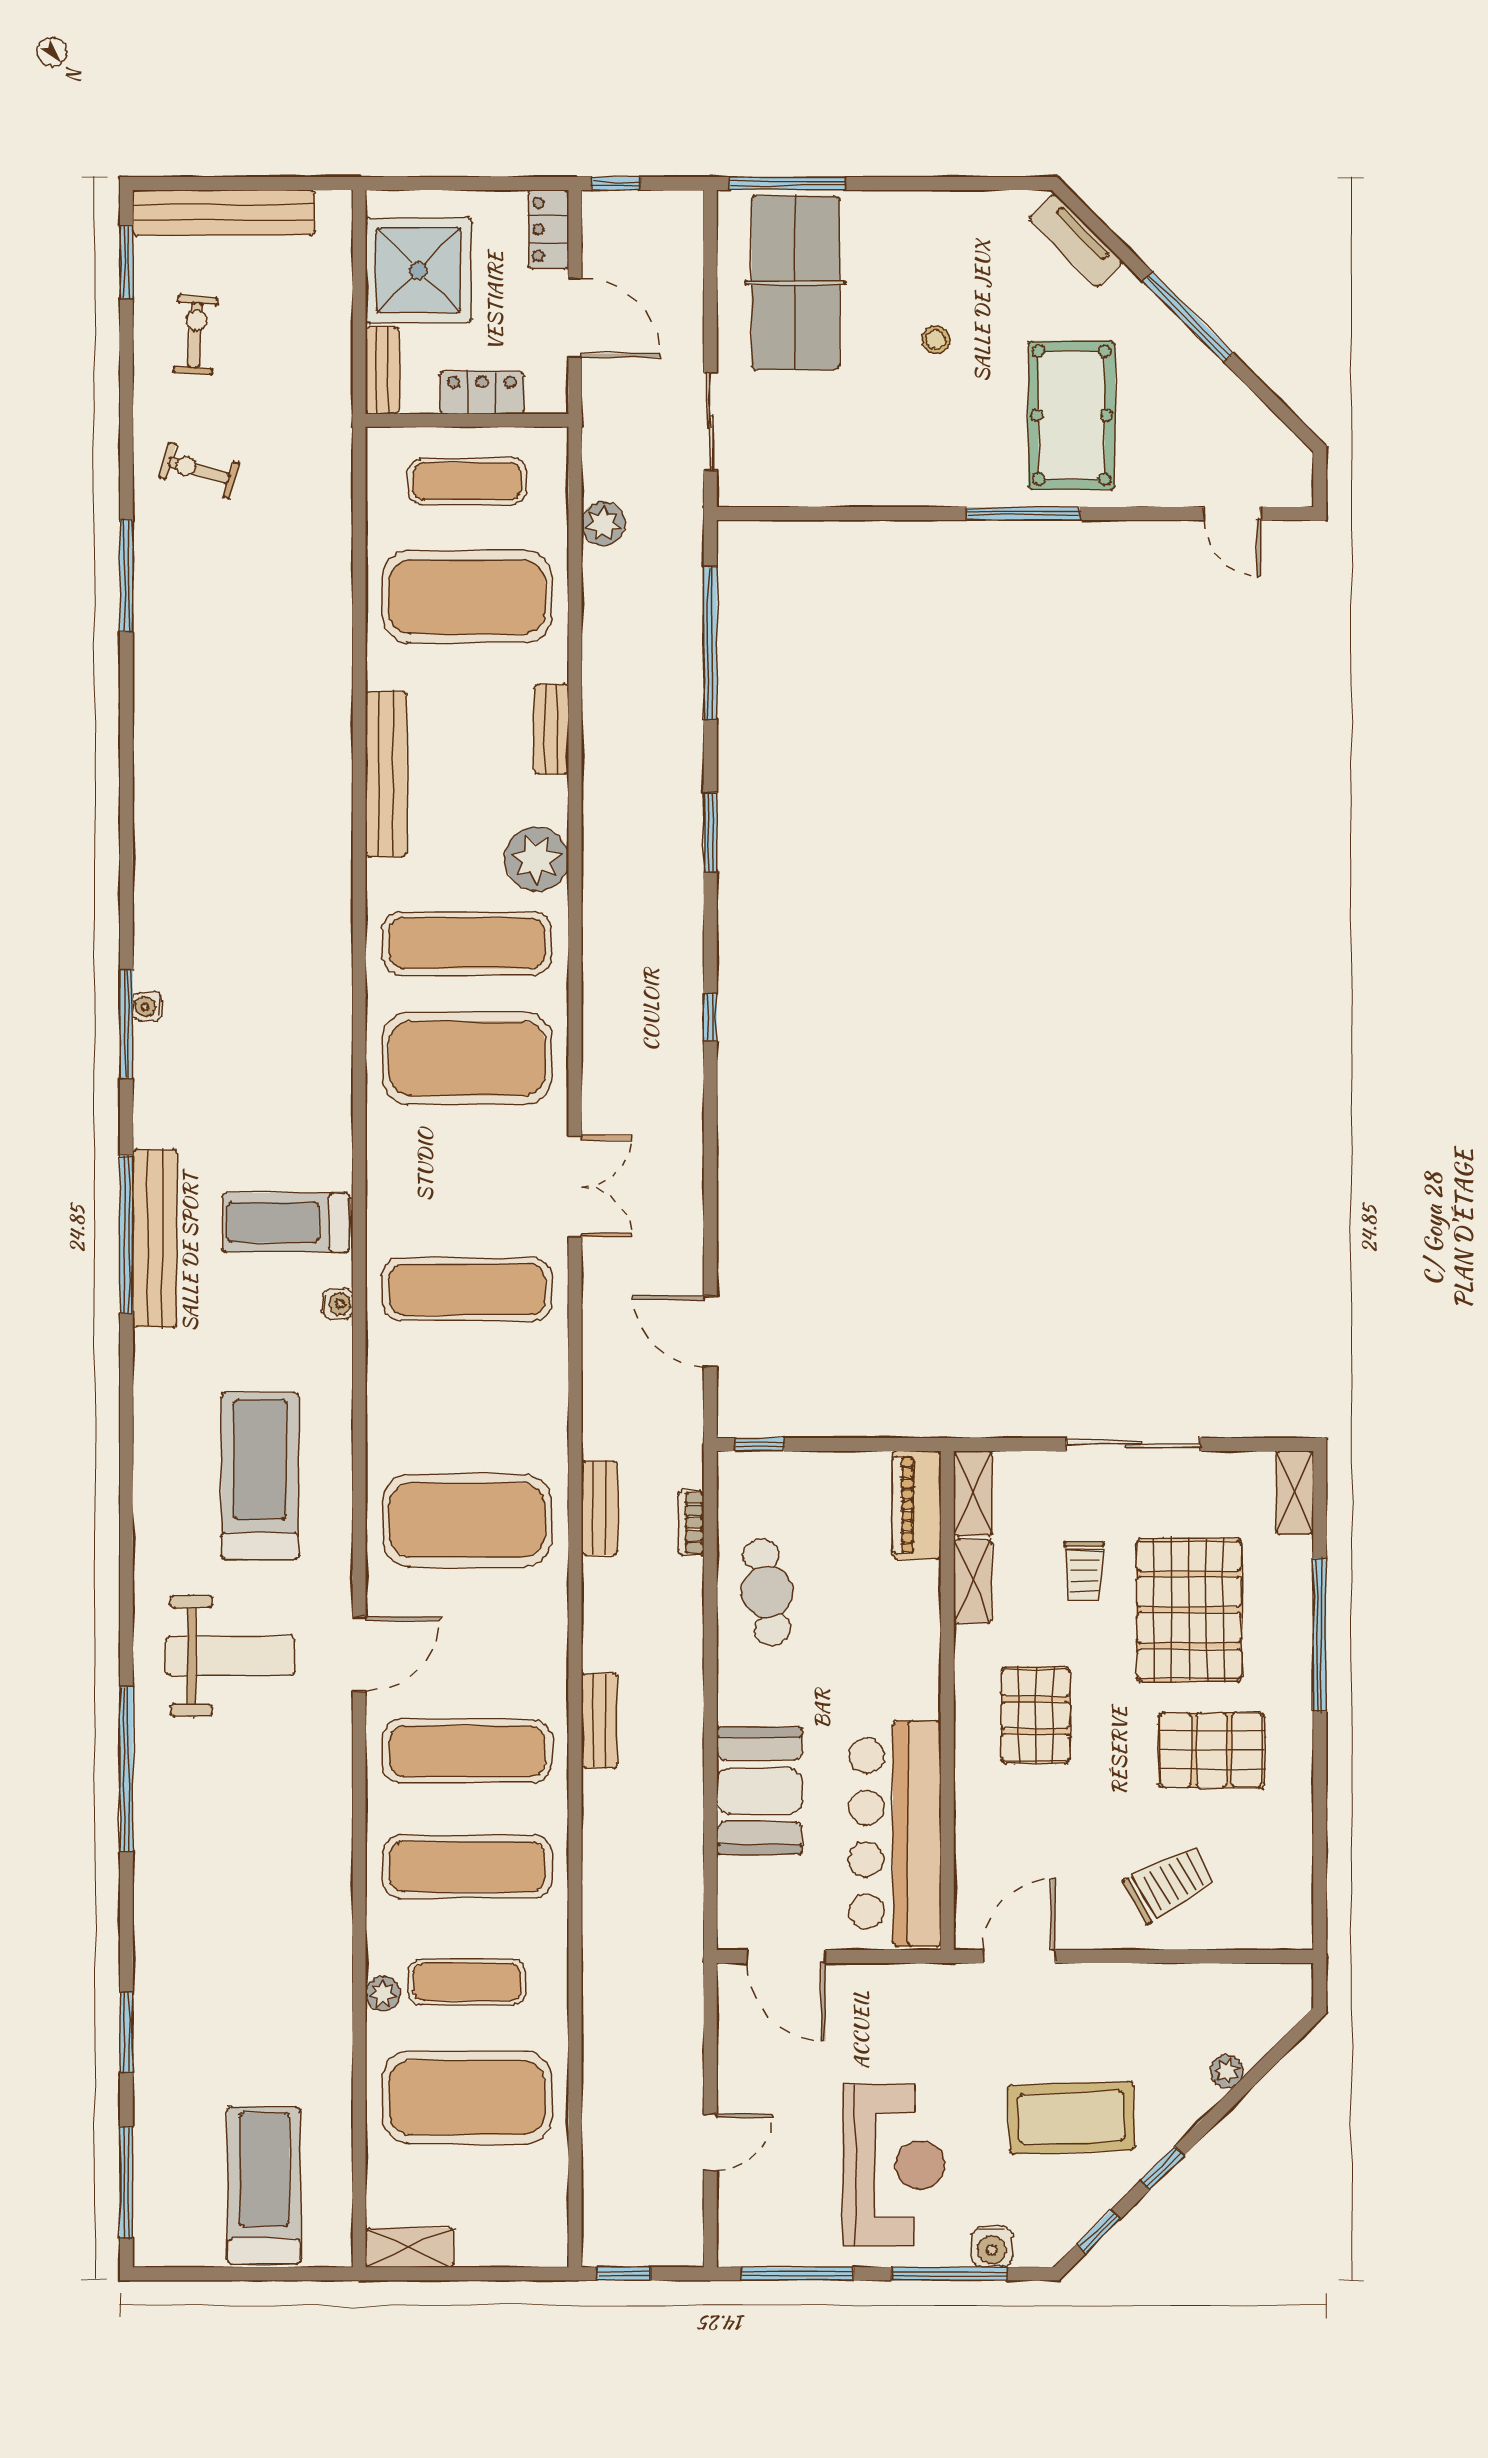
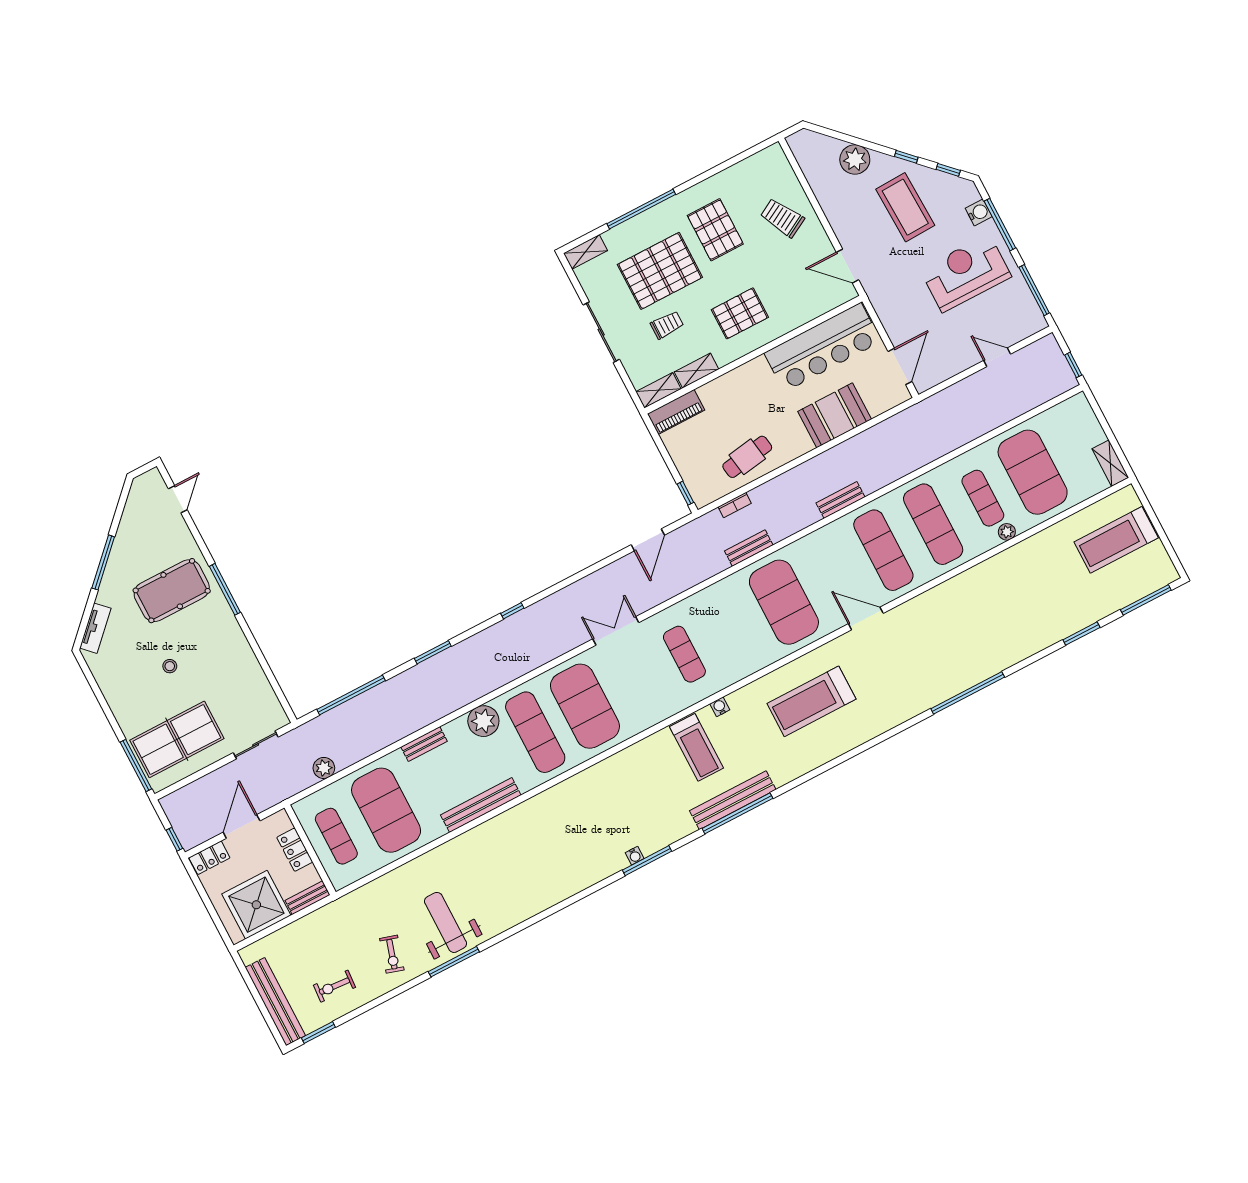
exercise mat: (467, 1289) -> (684, 654), width x0.73, depth x0.69
weight bench: (230, 1656) -> (445, 922), moved
plant: (1227, 2071) -> (855, 159), width x1.87, depth x1.87

